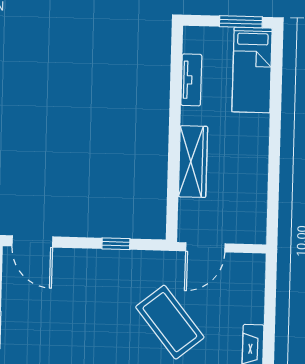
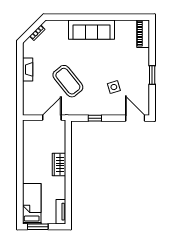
tv unit: (191, 80) -> (61, 212), moved
wardrobe: (193, 162) -> (59, 164), width x0.67
side table: (75, 307) -> (114, 87), added

